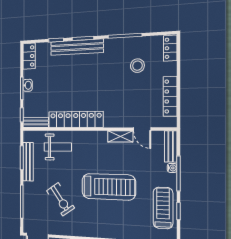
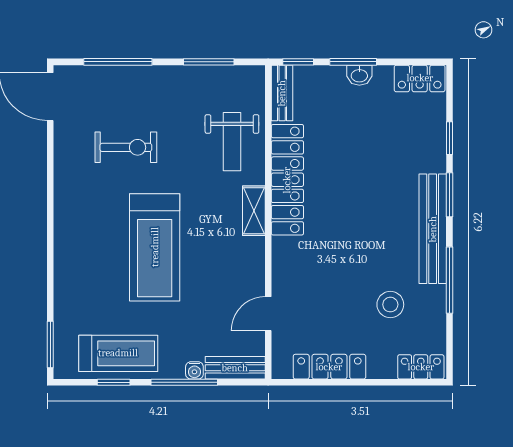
bench: (77, 47) -> (433, 229), moved
shelving: (120, 136) -> (254, 211), moved
bench: (28, 162) -> (201, 76), removed
exercise bike: (60, 199) -> (126, 147), turned -145

